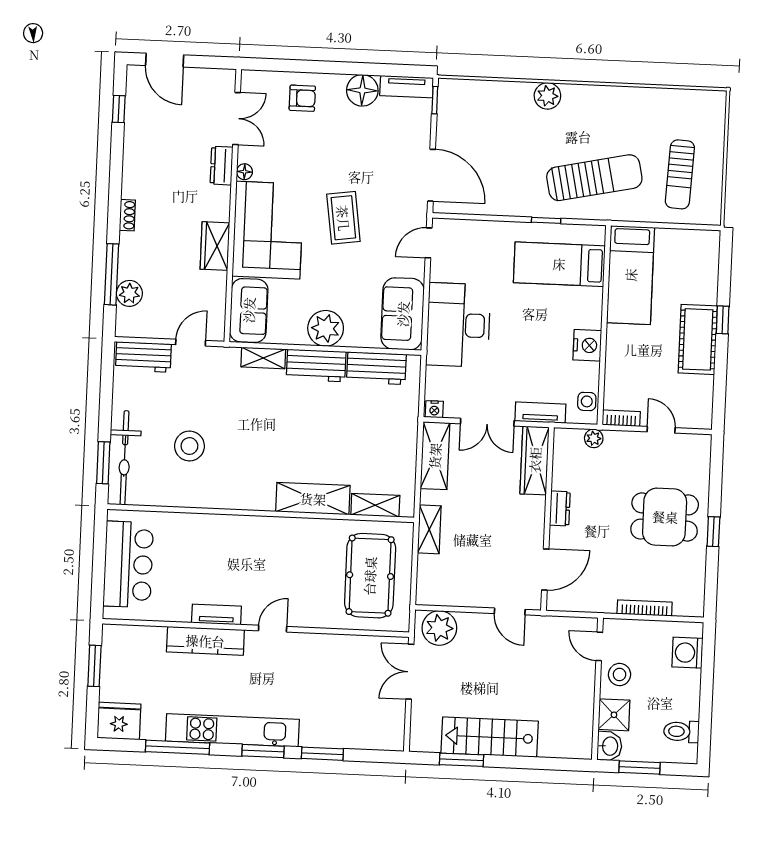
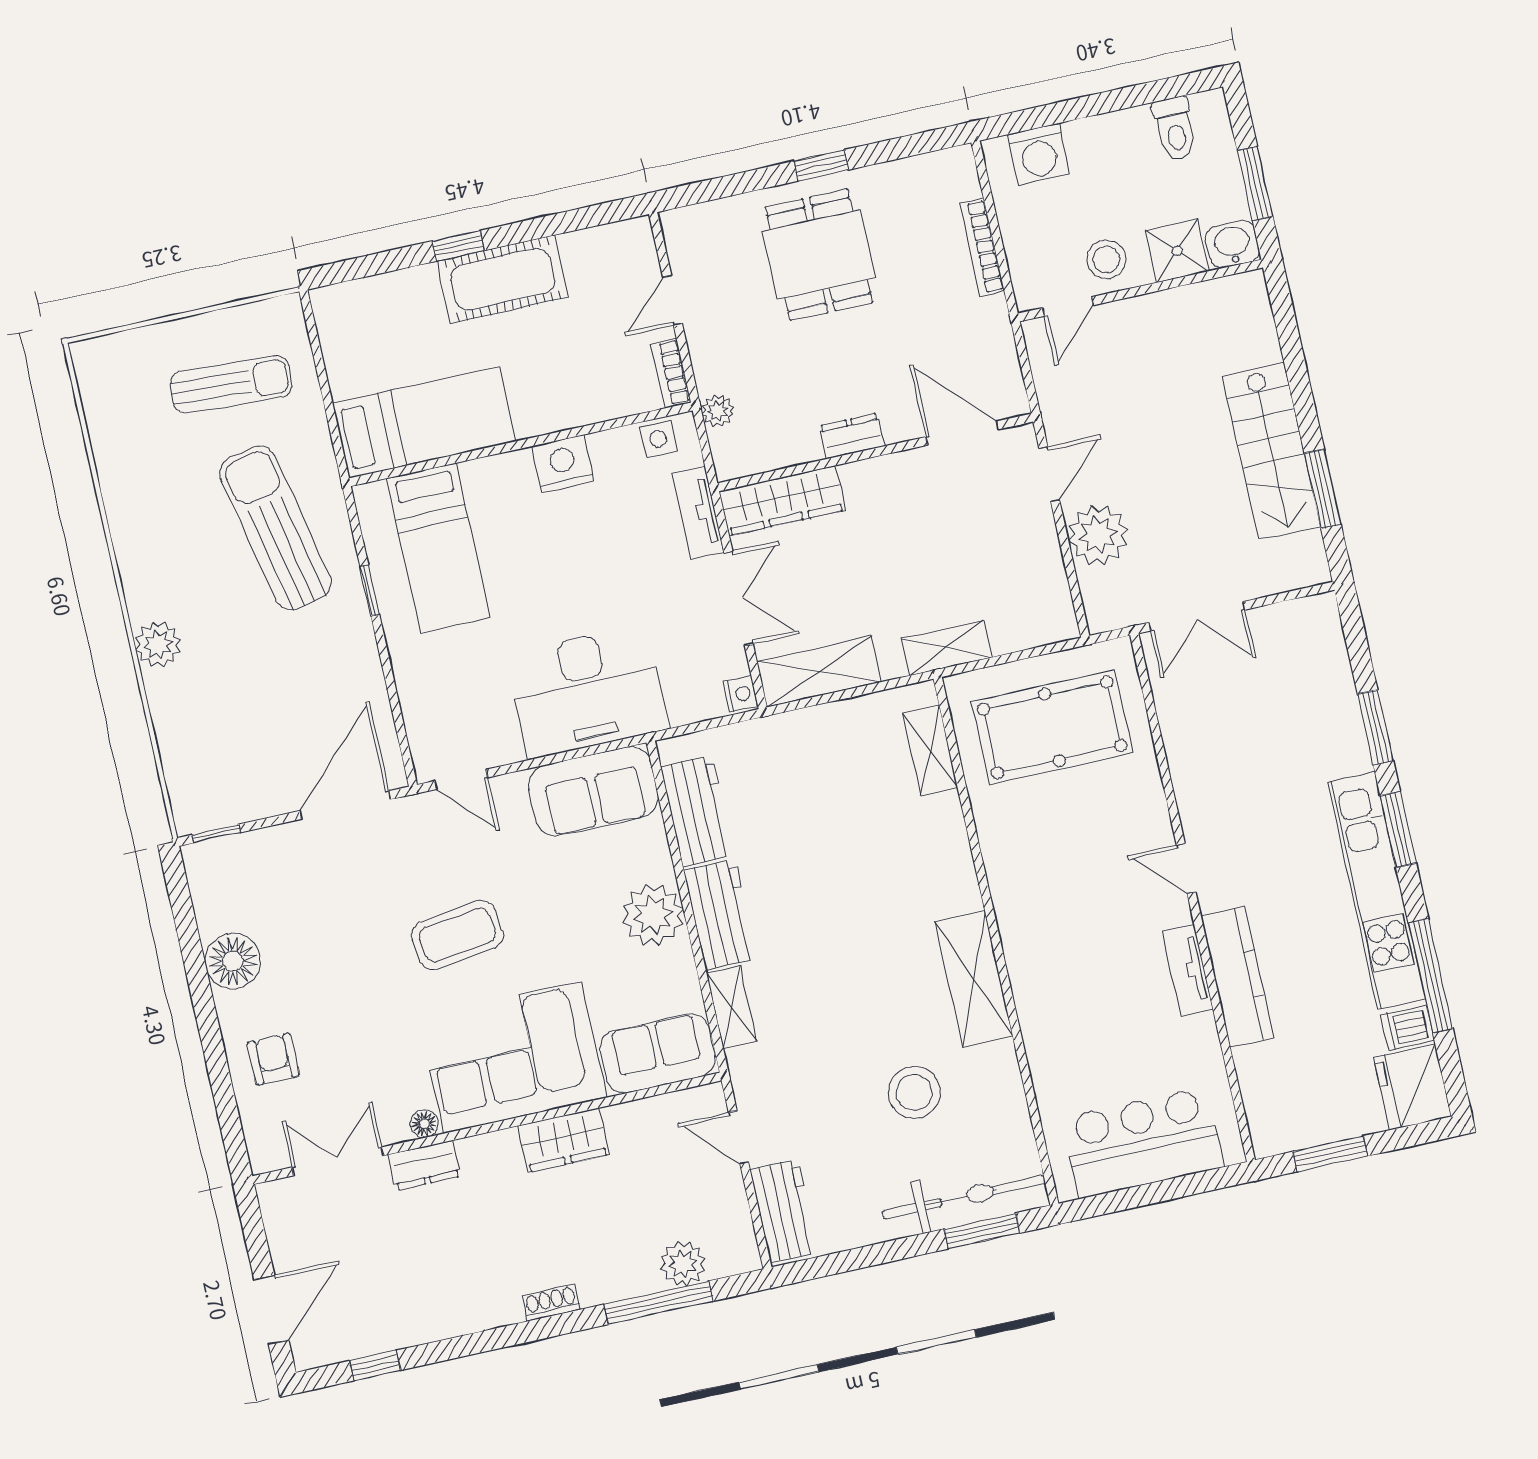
tv unit: (407, 87) -> (206, 888), removed
shelving: (313, 499) -> (974, 979), moved
plant: (439, 628) -> (1098, 535), moved
dishwasher: (152, 727) -> (1408, 1028), added

